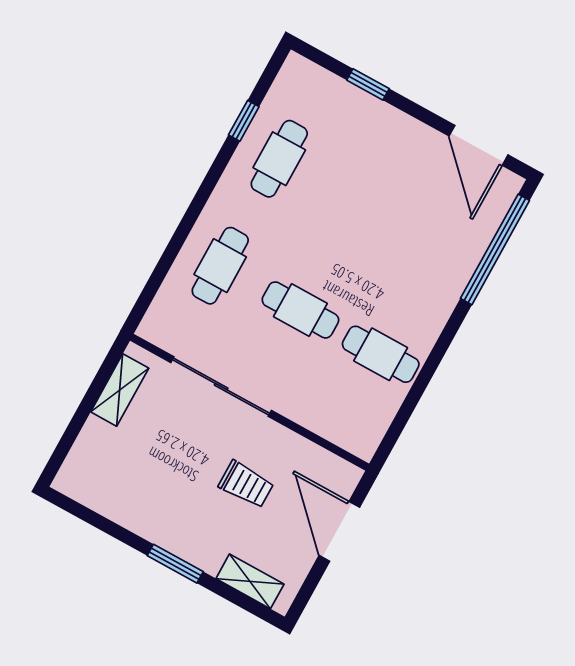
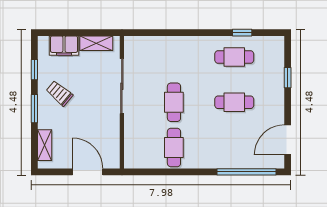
cafe table: (220, 266) -> (234, 102), moved
filing cabinet: (92, 449) -> (64, 46), added
trolley: (246, 484) -> (59, 93), moved, turned 130
window: (106, 526) -> (34, 70), added
door: (339, 531) -> (88, 172), hinge flipped

